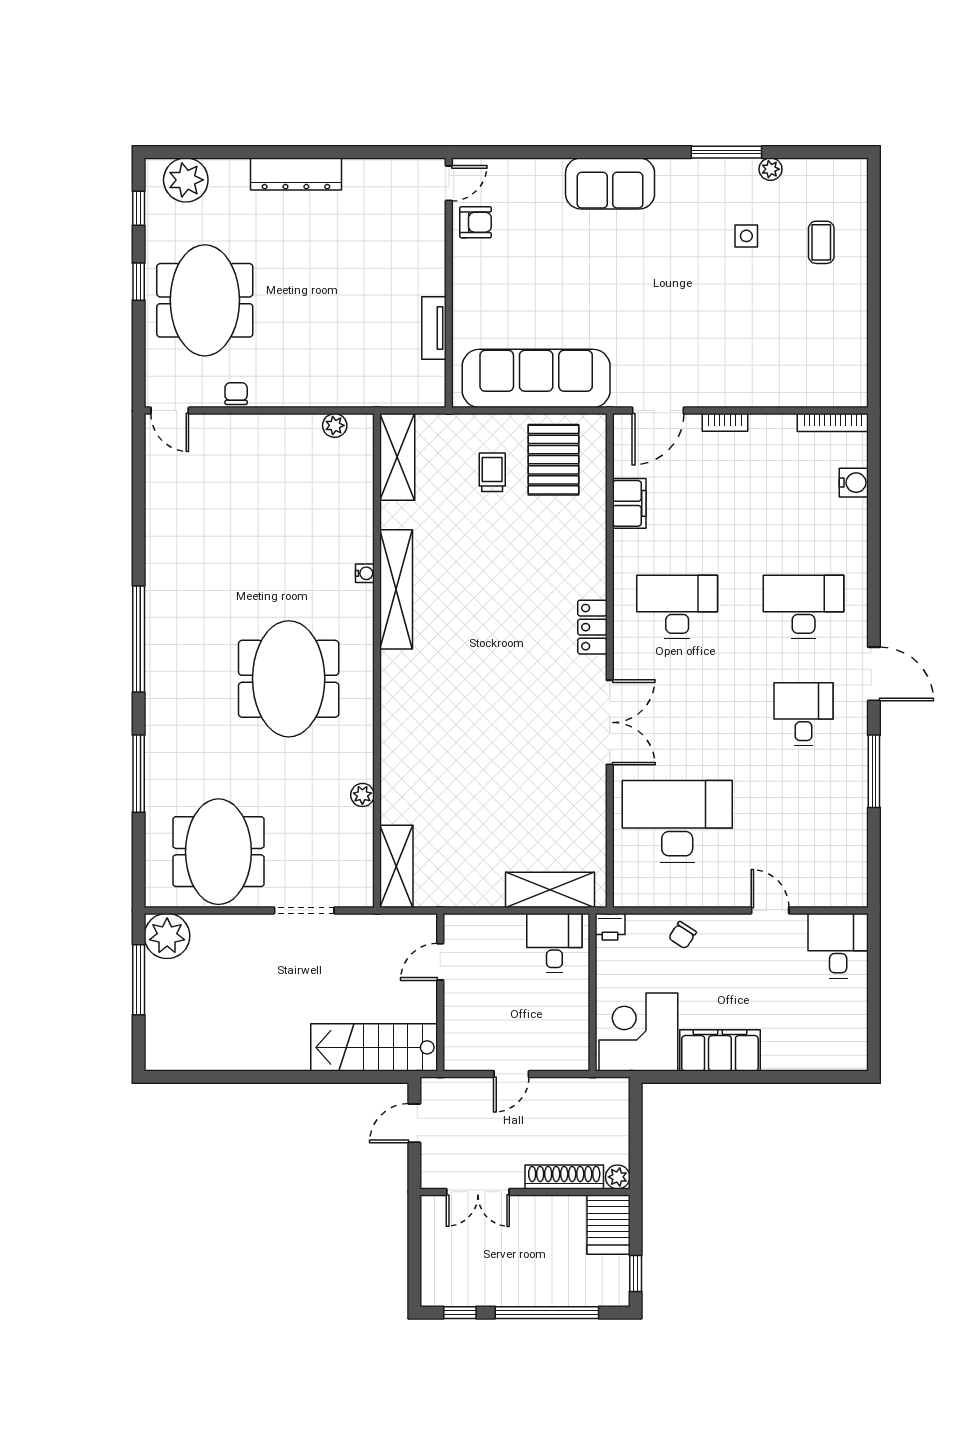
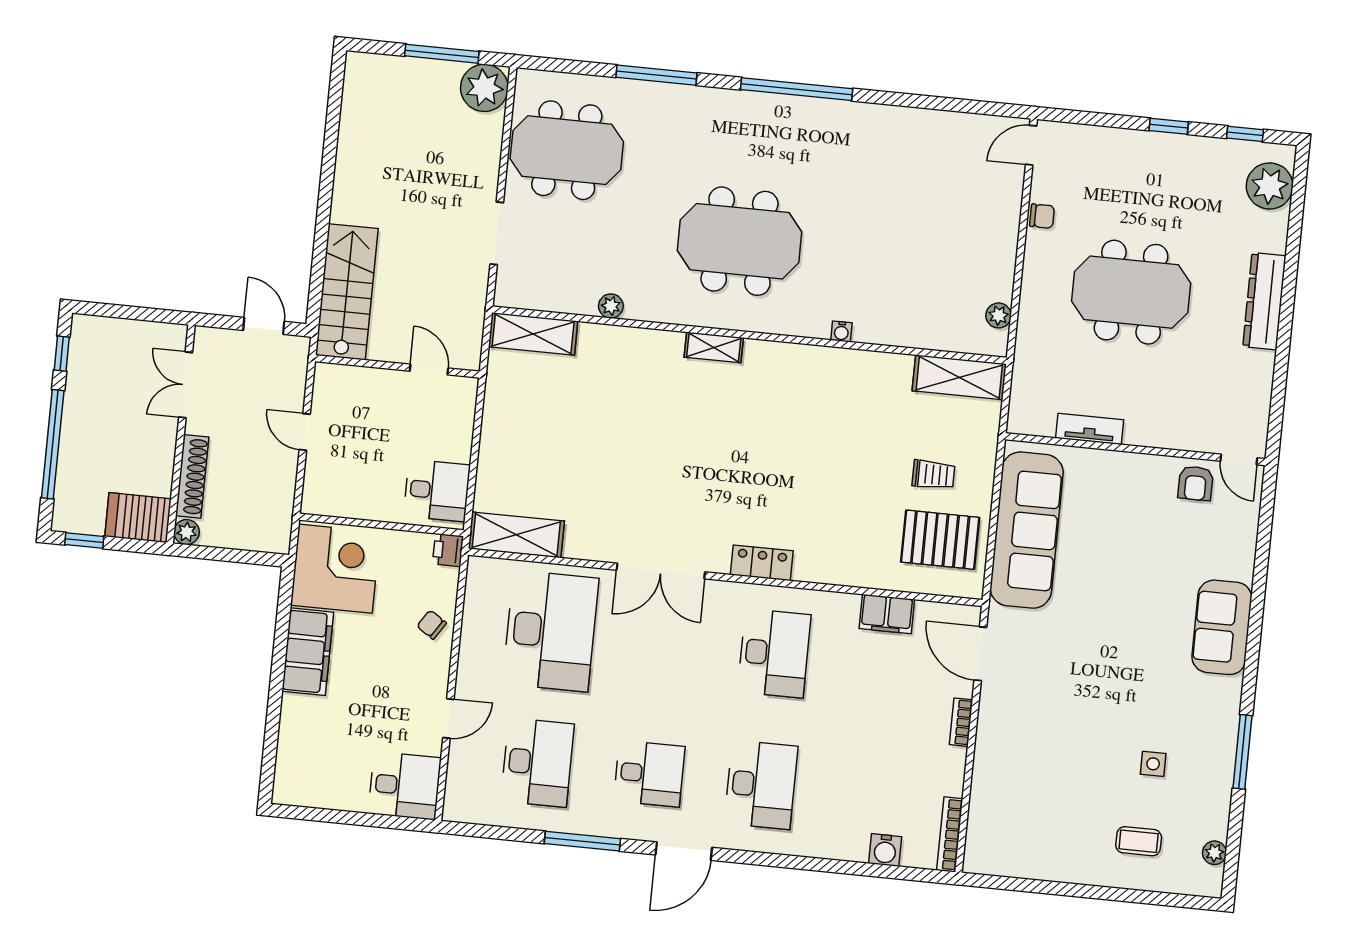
plant: (770, 169) -> (1214, 853), moved
meeting table: (205, 300) -> (1131, 292), moved
shelving: (396, 589) -> (714, 347), moved, width x0.45, depth x0.75
desk: (804, 821) -> (537, 763), added
shelving: (550, 890) -> (516, 535), moved, turned 90

